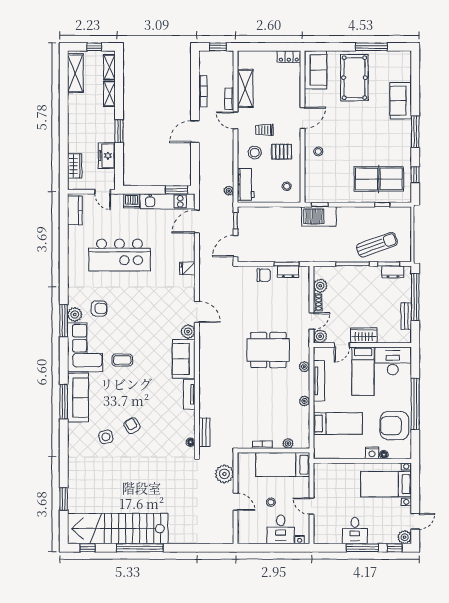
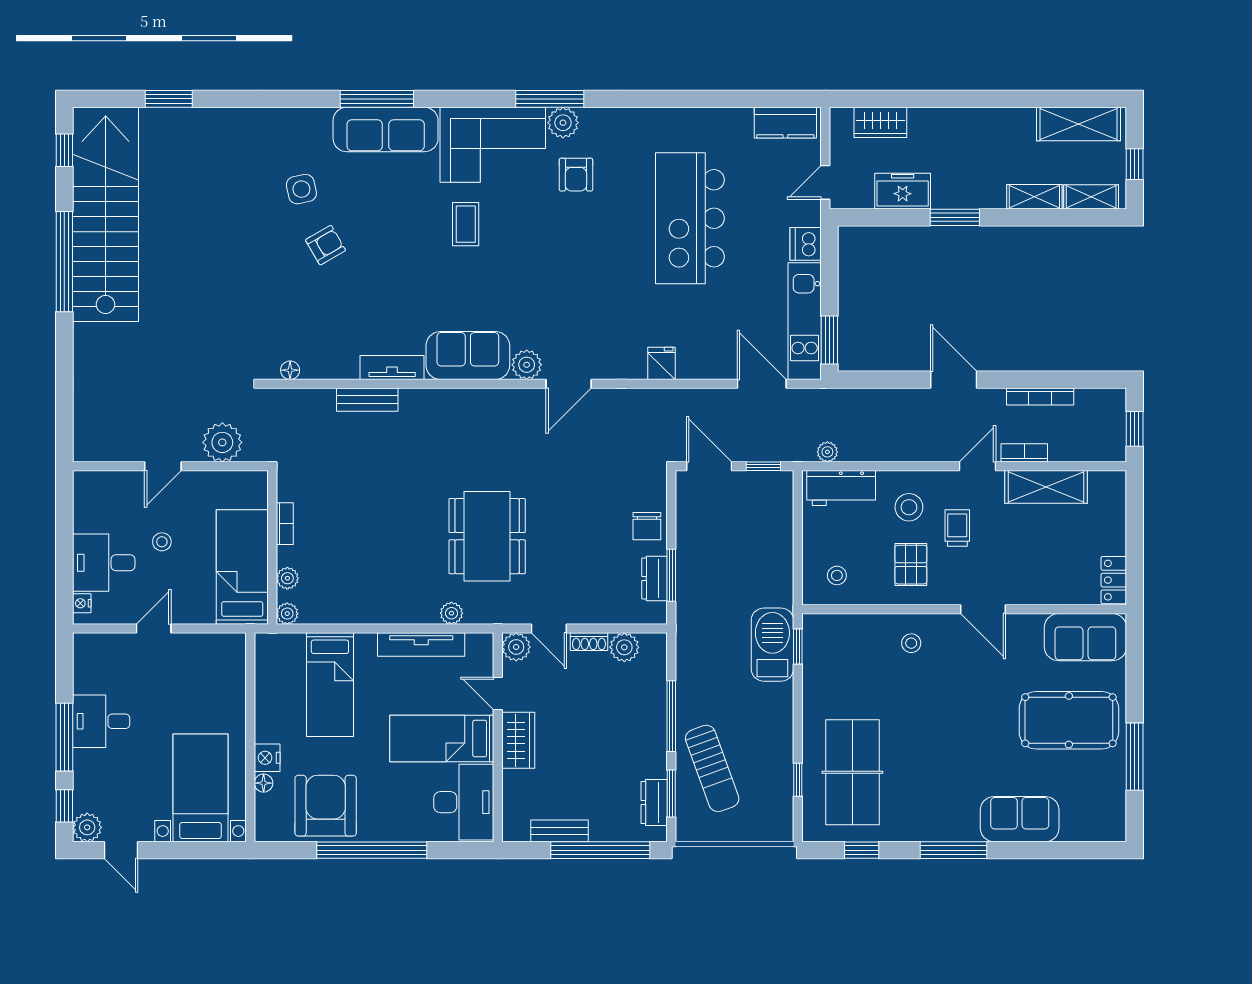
plant: (304, 401) -> (287, 614), moved
bench: (204, 432) -> (367, 400), moved

